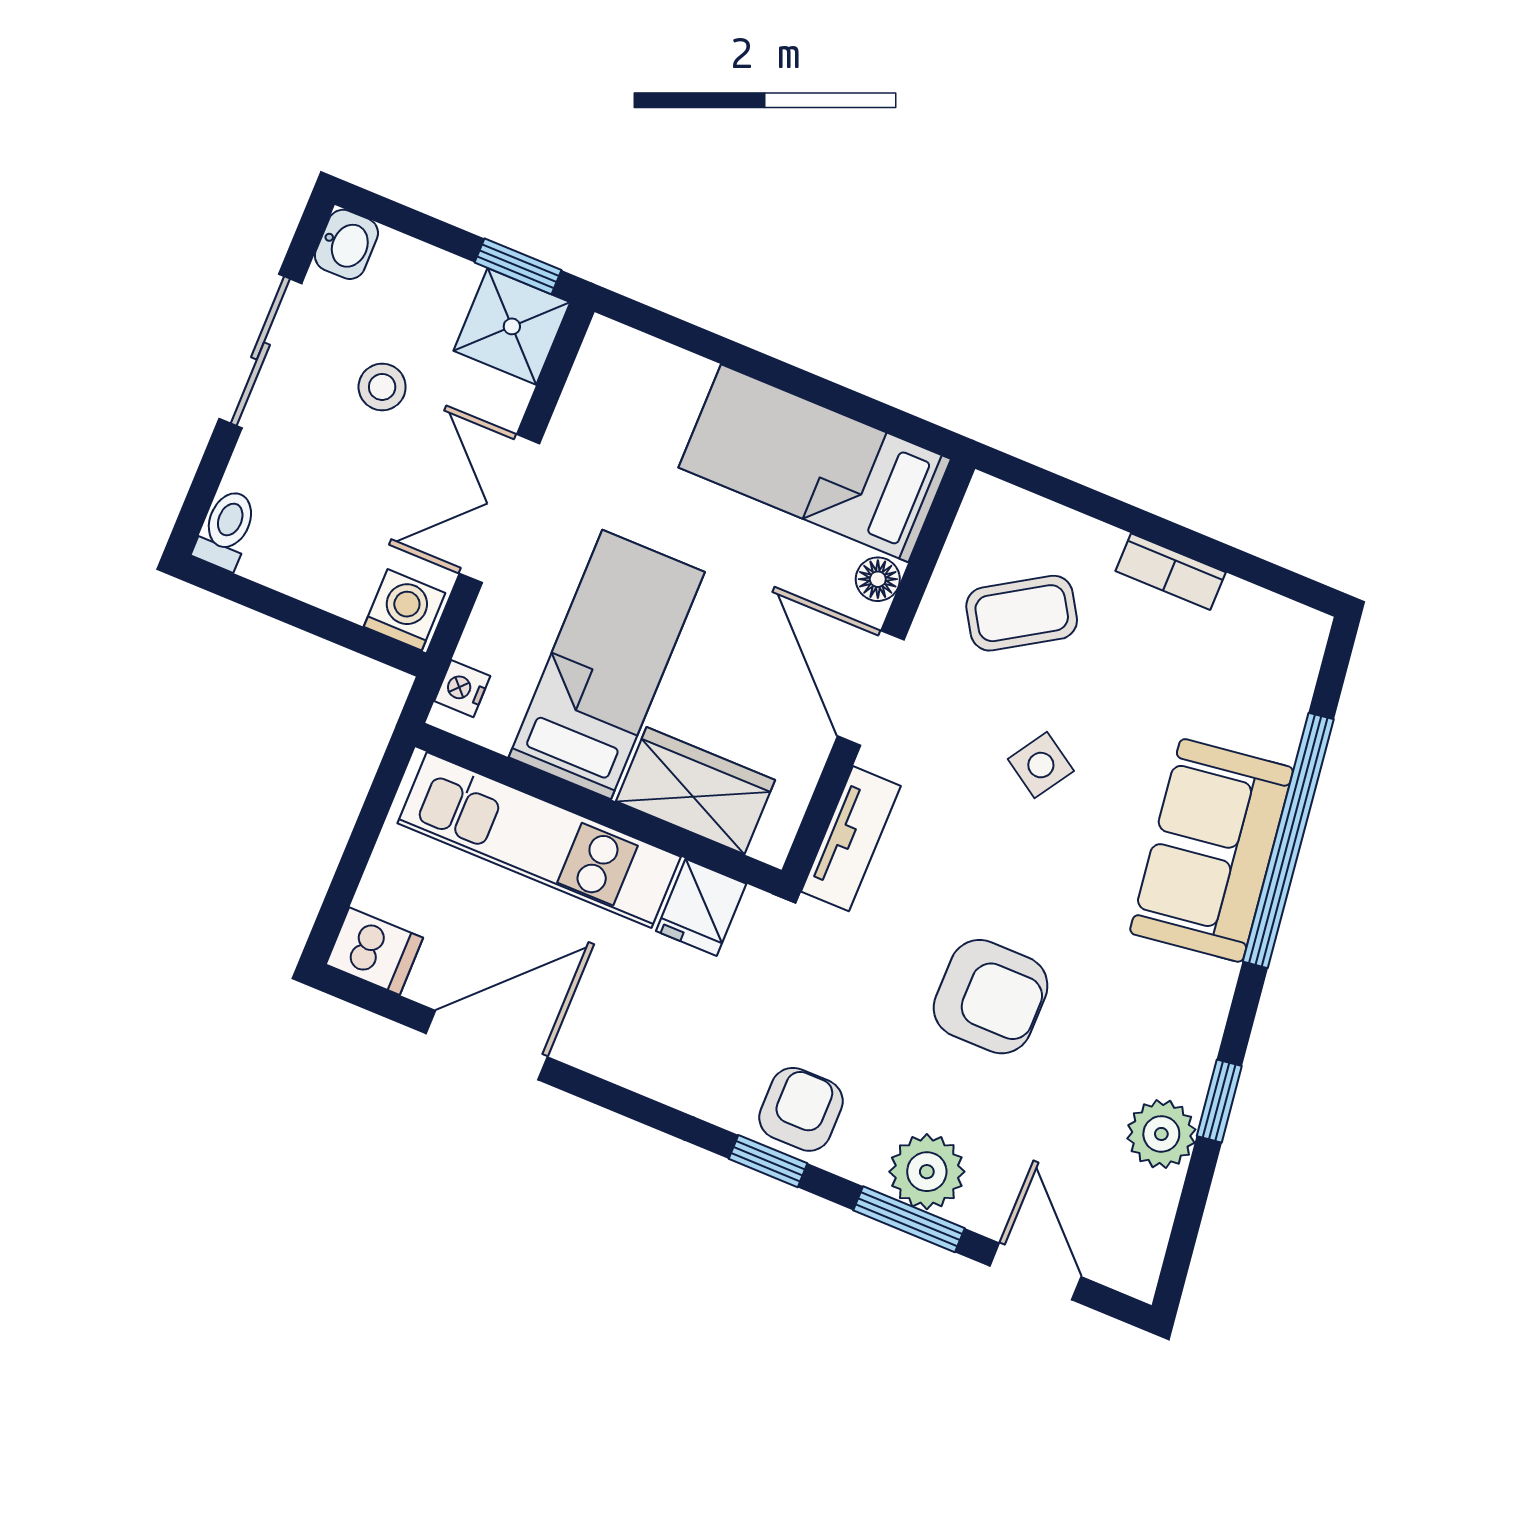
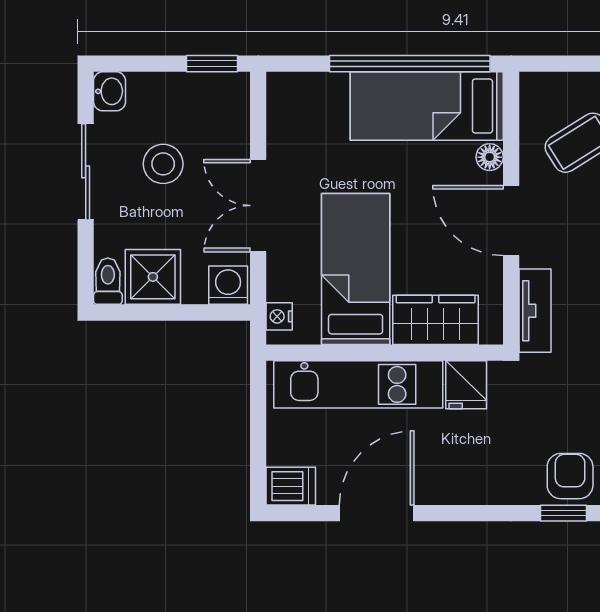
shower: (512, 326) -> (153, 277), moved
stool: (382, 387) -> (163, 164), width x1.37, depth x1.37
window: (816, 389) -> (410, 64), added

